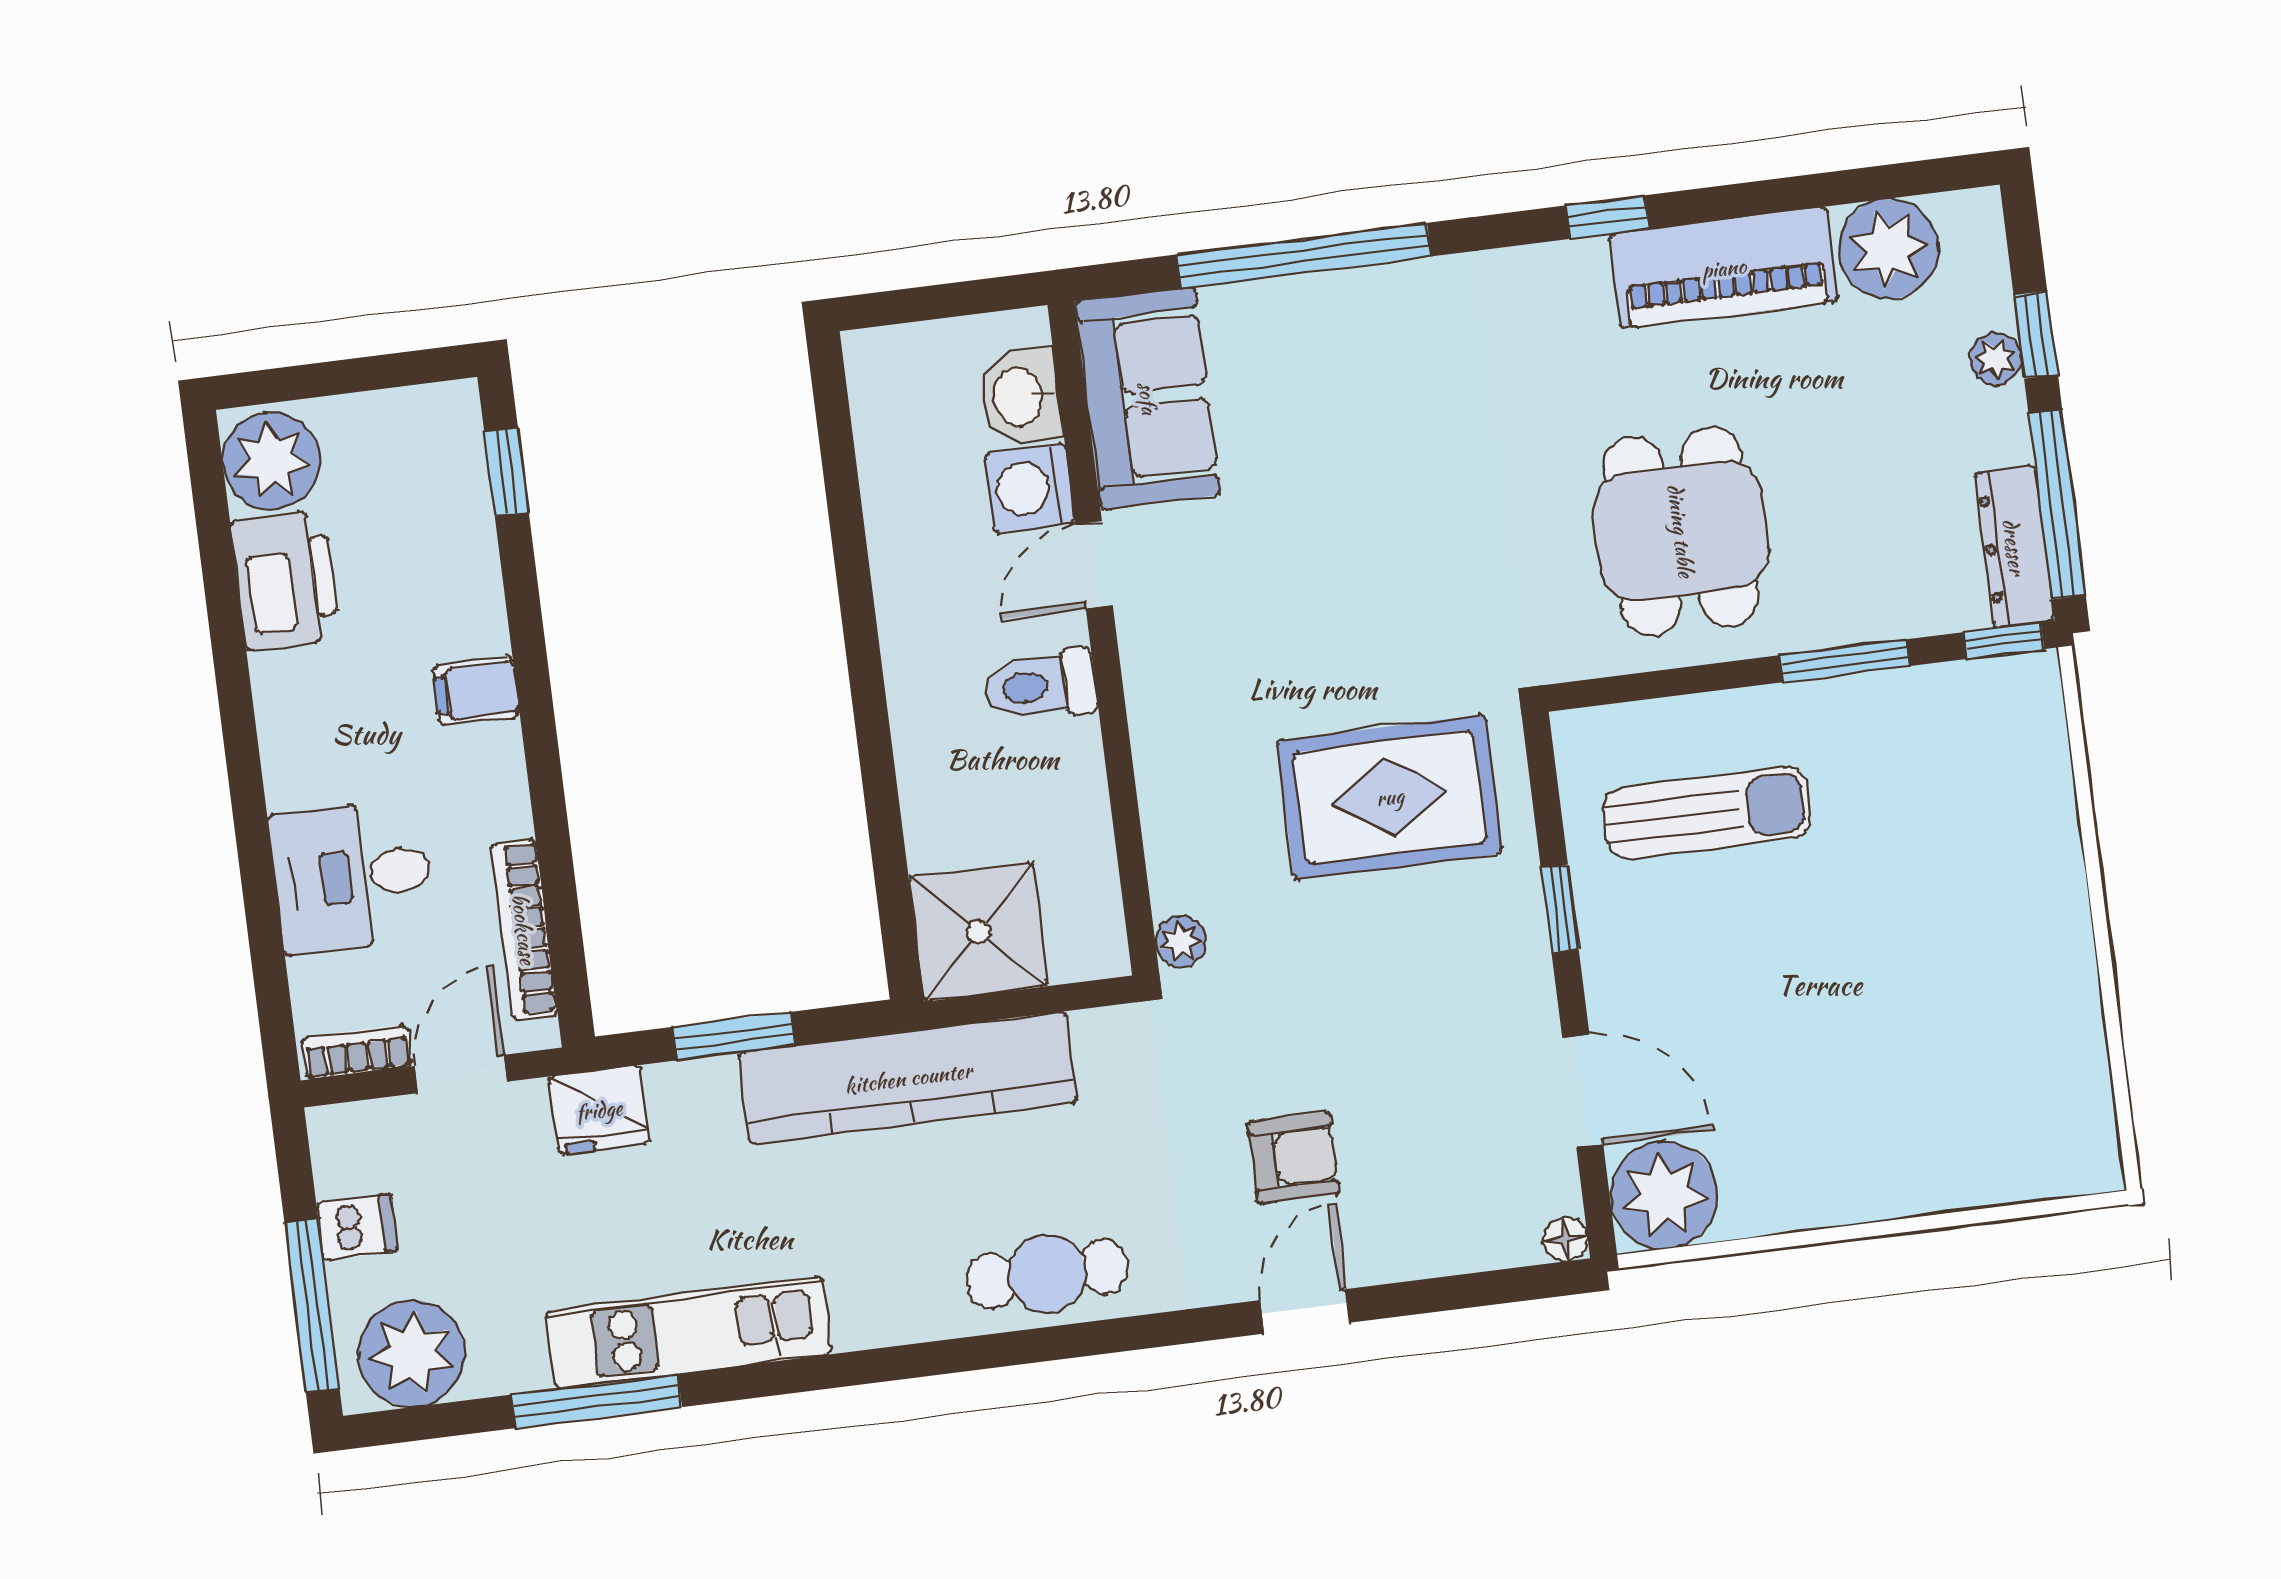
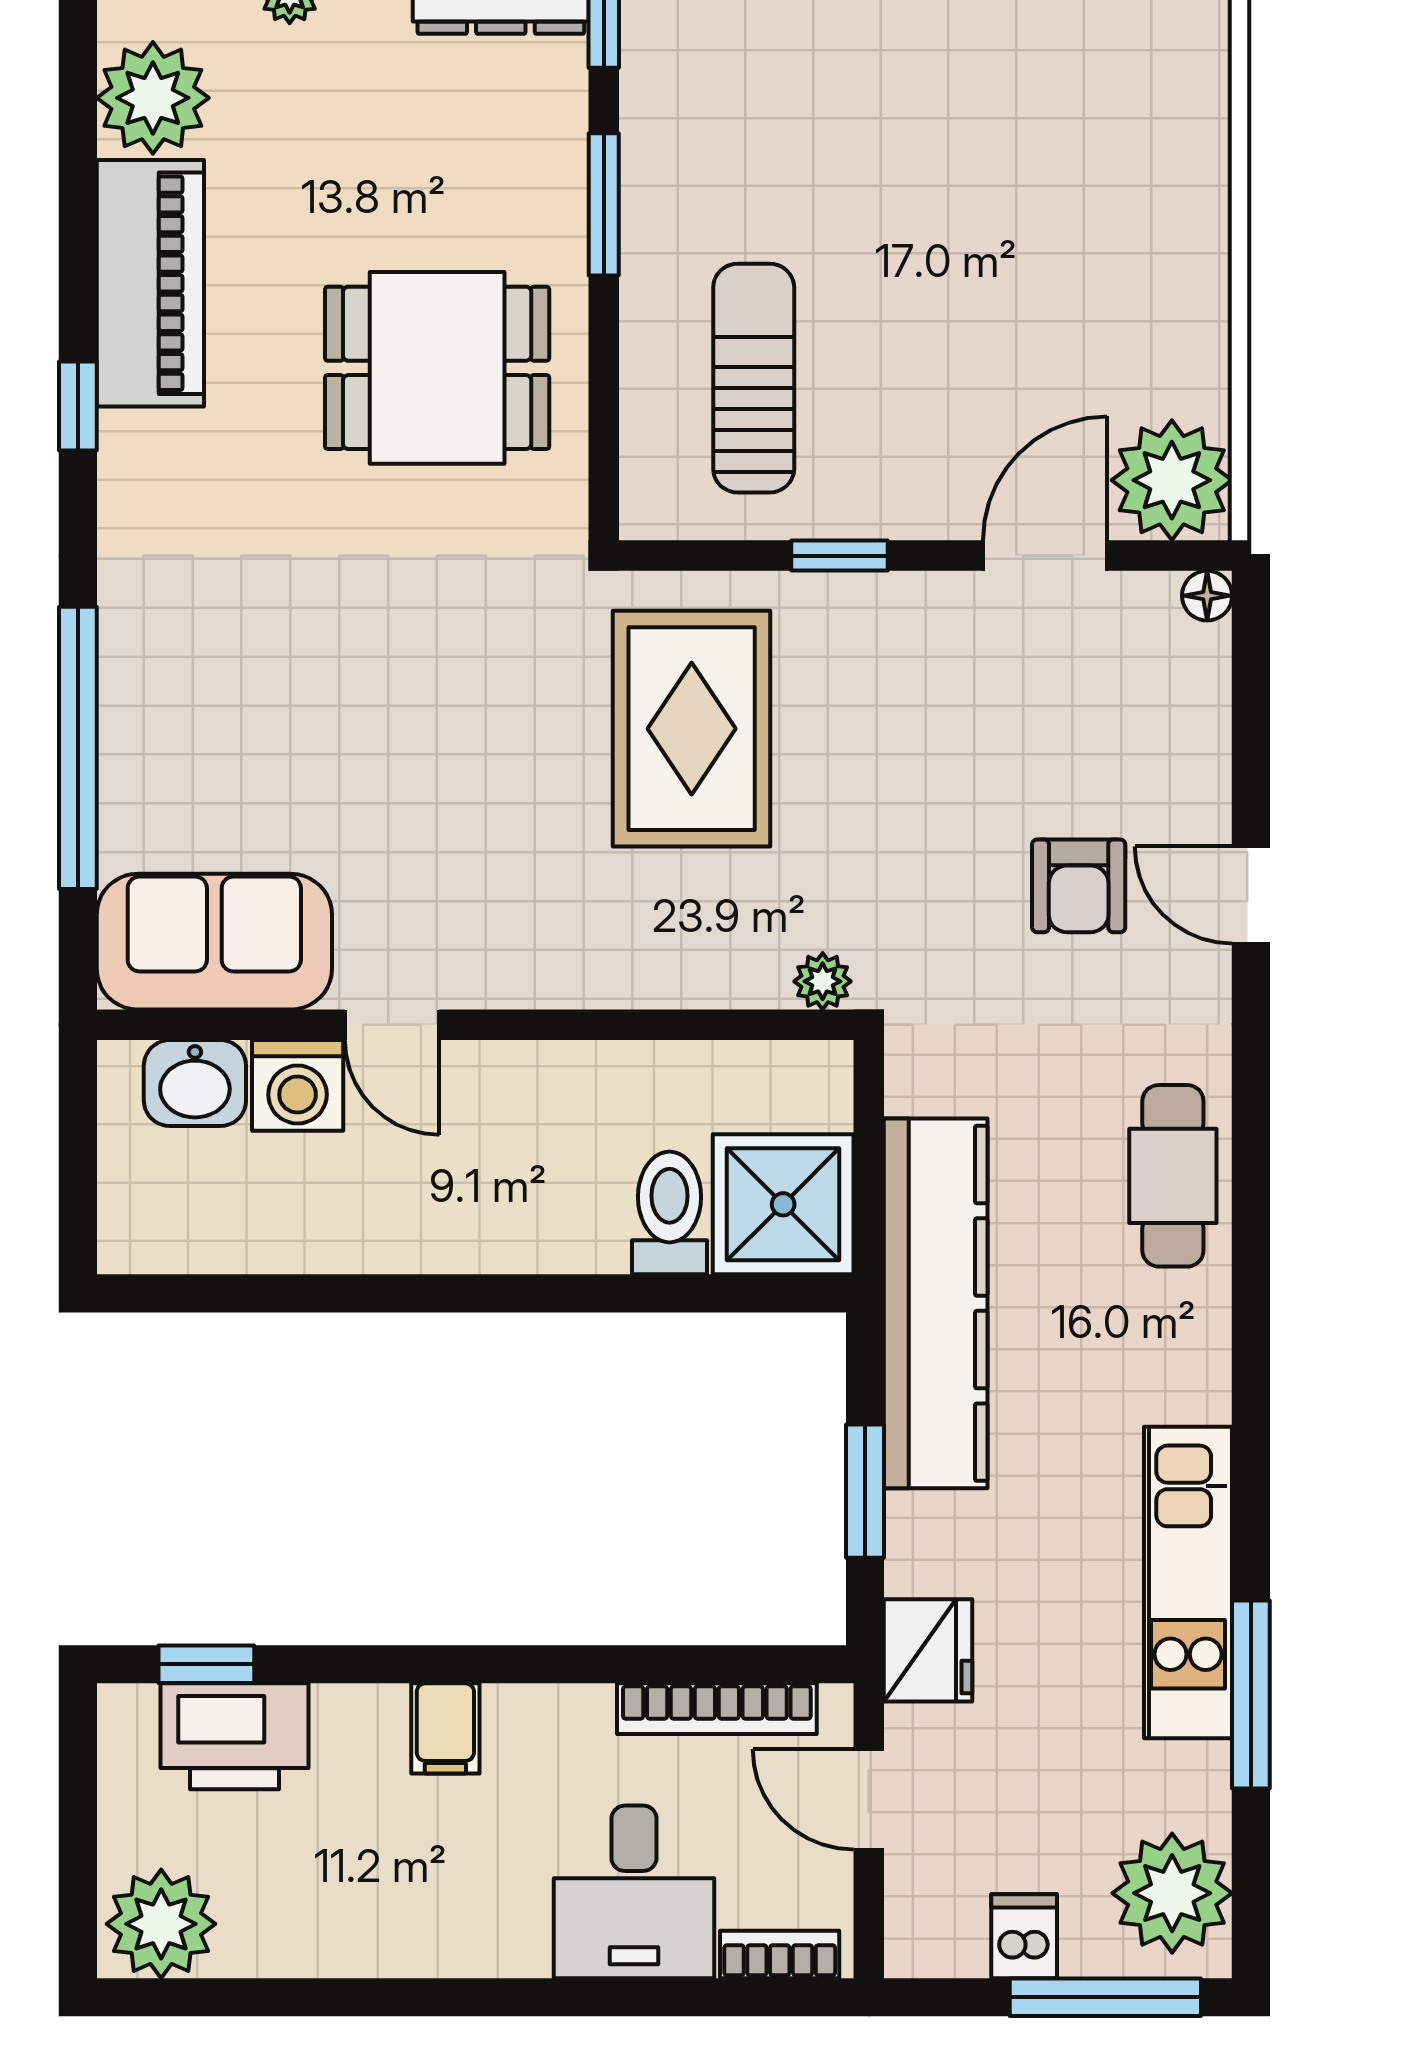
printer: (285, 580) -> (234, 1736), moved, turned 180
toilet: (1040, 686) -> (669, 1213), moved, turned 180
bookcase: (357, 1052) -> (780, 1955), moved, turned 90
armchair: (1294, 1158) -> (1079, 886), turned 180

